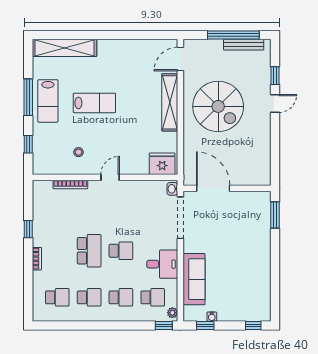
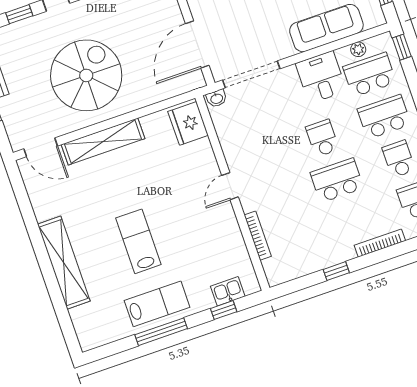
shelving: (64, 48) -> (64, 263), moved
kitchen sink: (40, 151) -> (228, 291), added
stool: (79, 152) -> (211, 240), removed
door: (110, 177) -> (230, 186), hinge flipped
bookcase: (37, 259) -> (380, 243), width x1.56
school desk: (121, 297) -> (384, 117), width x1.85
school desk: (153, 297) -> (370, 75), width x1.85
plant: (172, 313) -> (358, 49), moved

